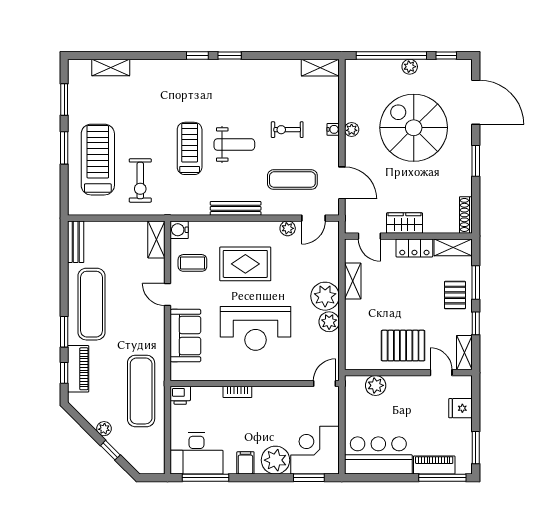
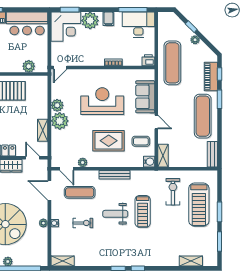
door: (313, 218) -> (67, 169), swing flipped

